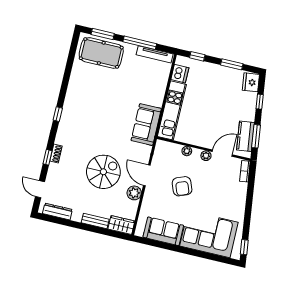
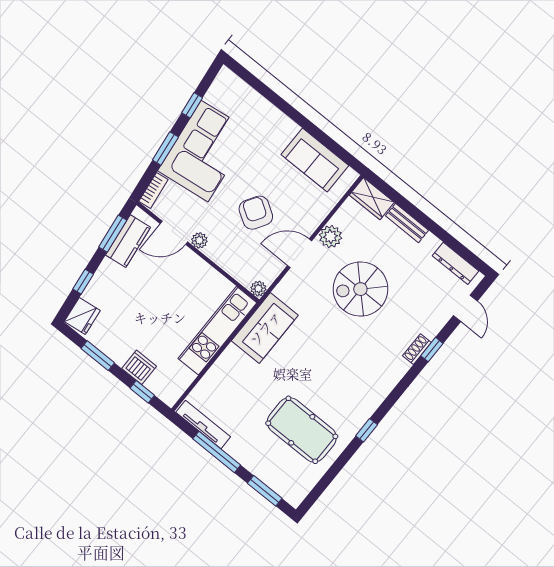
pool table: (101, 53) -> (302, 430), moved
dishwasher: (180, 74) -> (139, 367), moved, turned 90
window: (58, 114) -> (367, 430), moved
plant: (187, 151) -> (258, 289), moved
door: (147, 175) -> (300, 253), swing flipped
armchair: (182, 186) -> (256, 213), turned -36
window: (249, 198) -> (165, 148), added
corner sofa: (209, 234) -> (205, 151), moved, turned -97
window: (244, 247) -> (192, 105), moved

